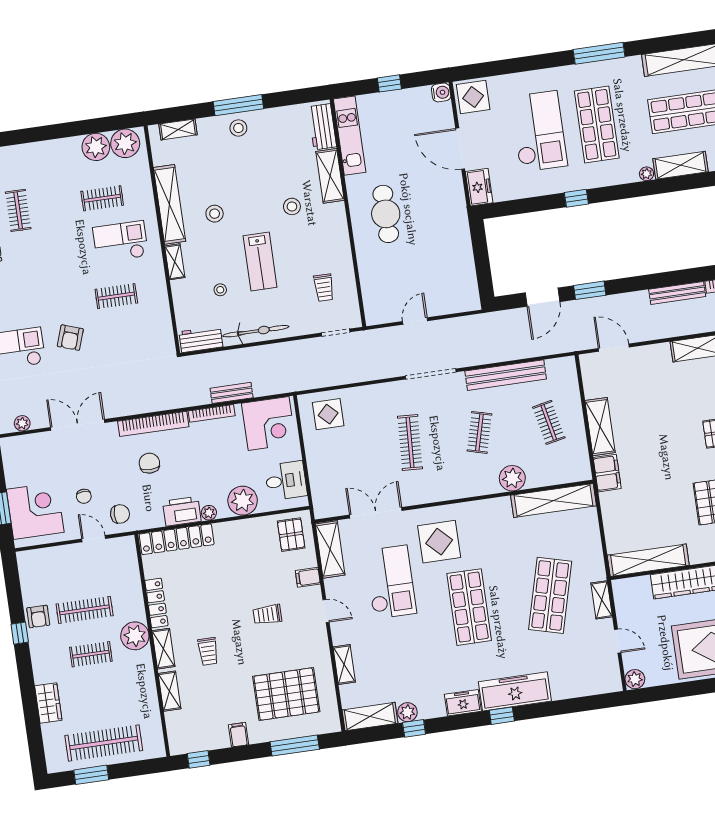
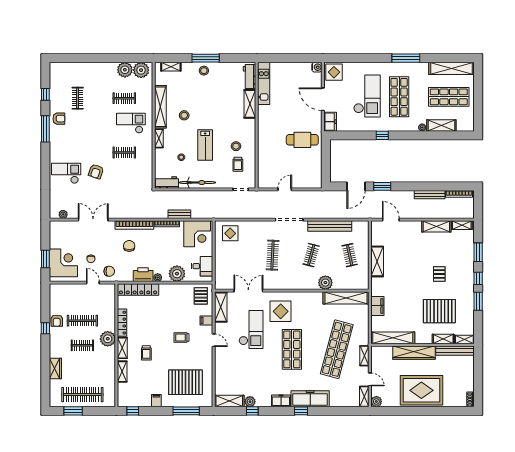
window: (389, 83) -> (289, 58), removed
stool: (292, 206) -> (236, 146), moved
cafe table: (386, 214) -> (302, 140), moved, turned 90
filing cabinet: (607, 473) -> (377, 306), moved
shop shelf: (550, 595) -> (337, 349), width x1.40
shelving: (344, 665) -> (364, 396), moved

